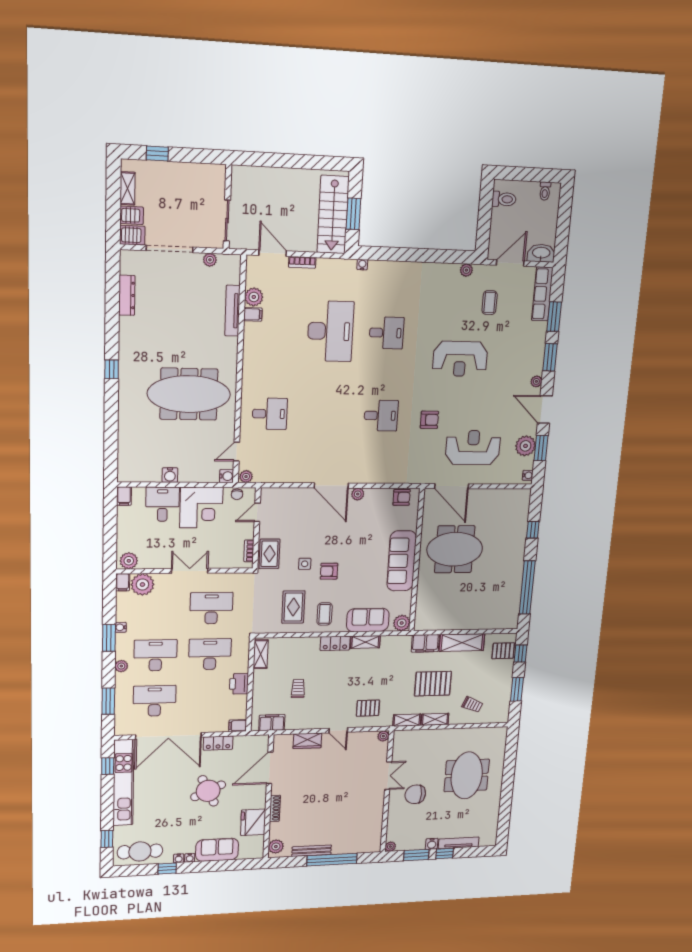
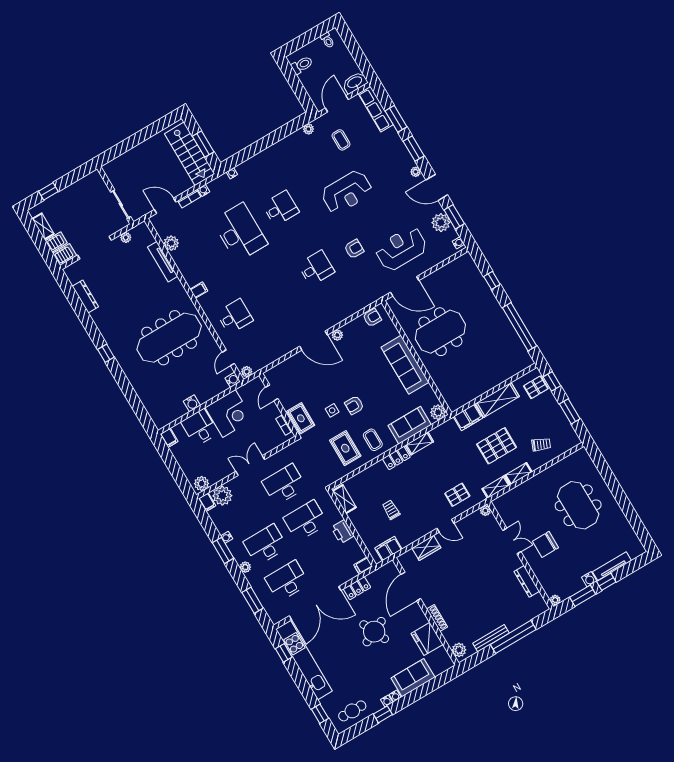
water cooler: (322, 263) -> (204, 190), added
filing cabinet: (253, 314) -> (199, 290), moved
chair: (237, 494) -> (249, 388), removed
dresser: (377, 818) -> (527, 581), added
cafe table: (140, 851) -> (352, 711), width x0.73, depth x0.74

